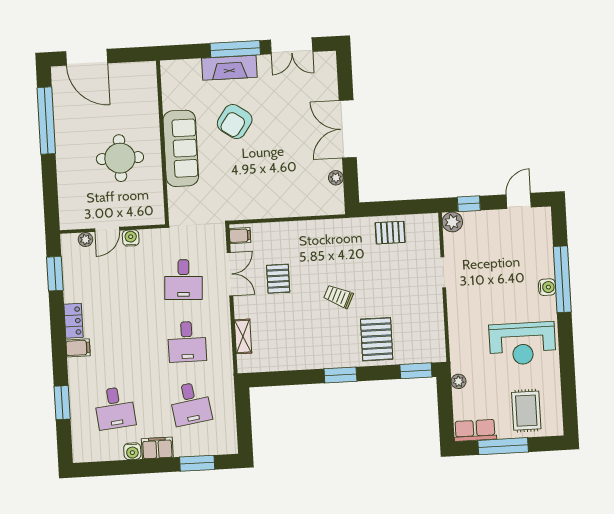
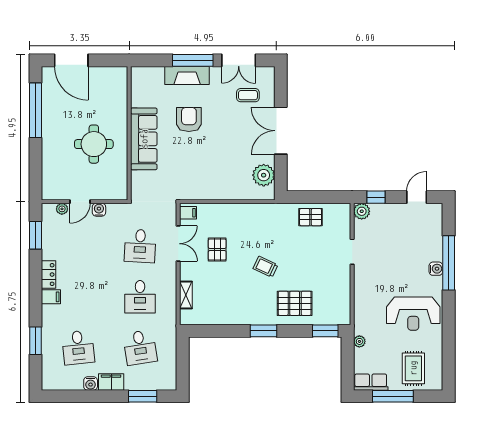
coffee table: (305, 88) -> (248, 95), added
armchair: (235, 122) -> (189, 120), turned 145
plant: (336, 178) -> (264, 175), width x1.87, depth x1.87
pallet: (377, 339) -> (295, 303), turned 90

